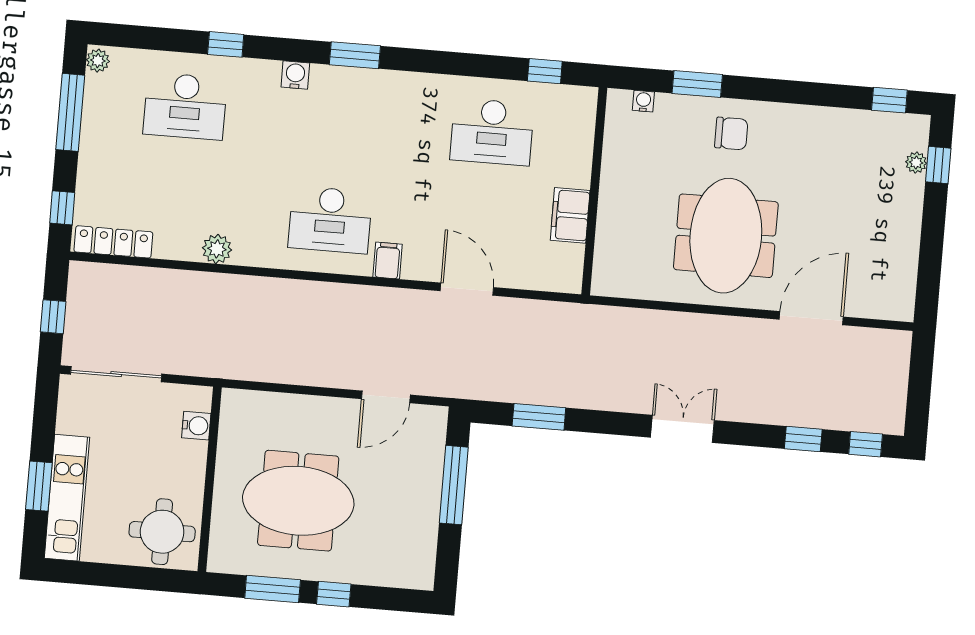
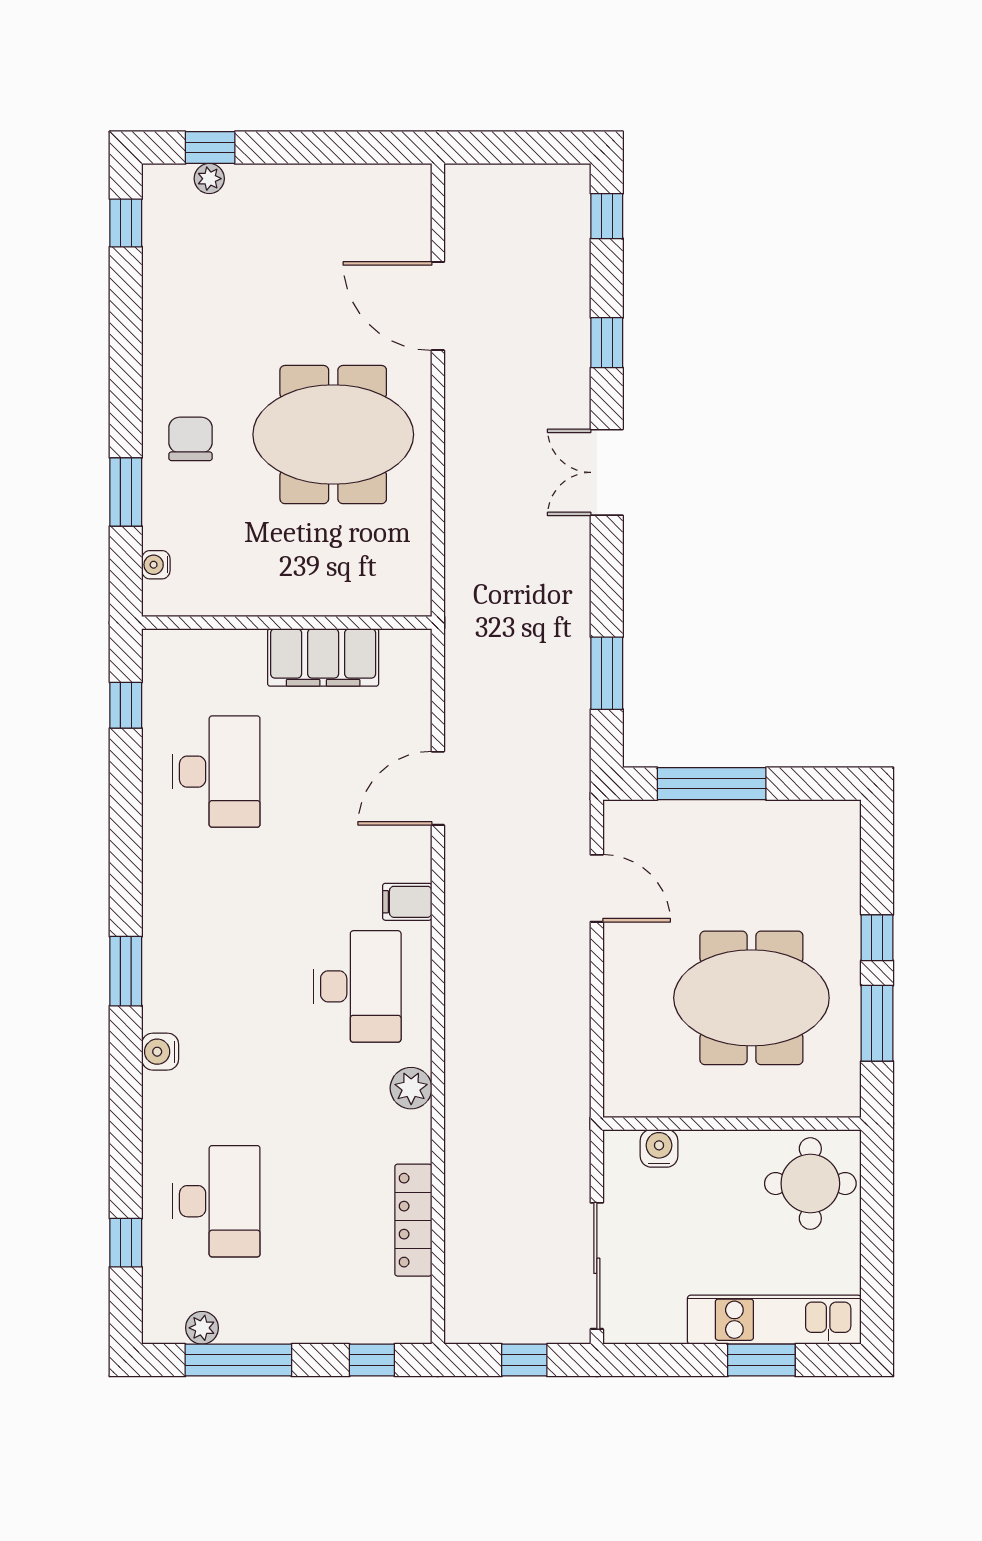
window: (226, 44) -> (126, 1243), moved
plant: (98, 61) -> (202, 1328), moved
filing cabinet: (570, 215) -> (323, 657), width x1.50, depth x1.17
locker: (113, 242) -> (413, 1220), moved
plant: (217, 249) -> (411, 1088), moved
window: (803, 439) -> (607, 343), moved
meeting table: (298, 501) -> (751, 998), turned 90

